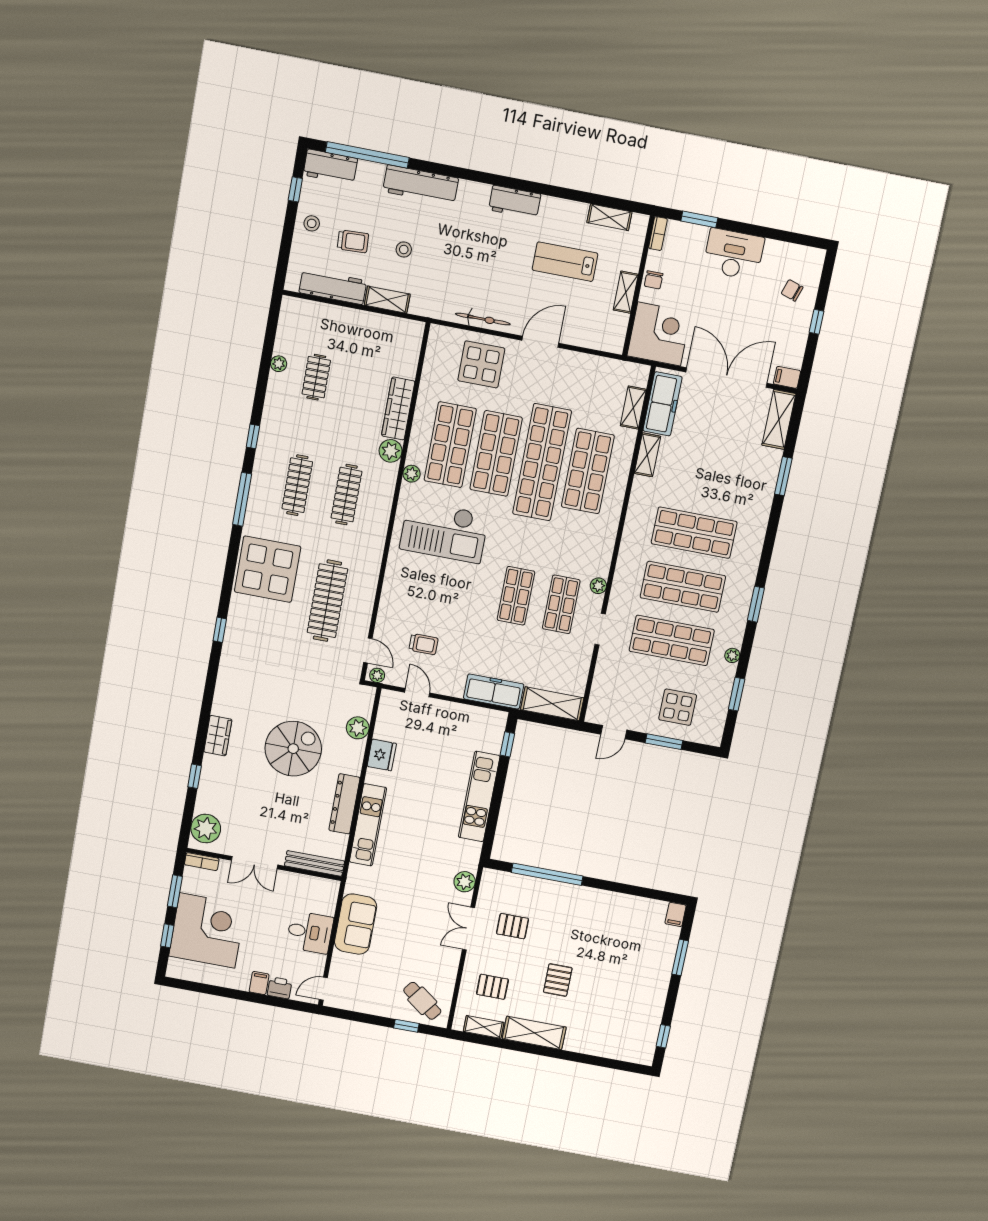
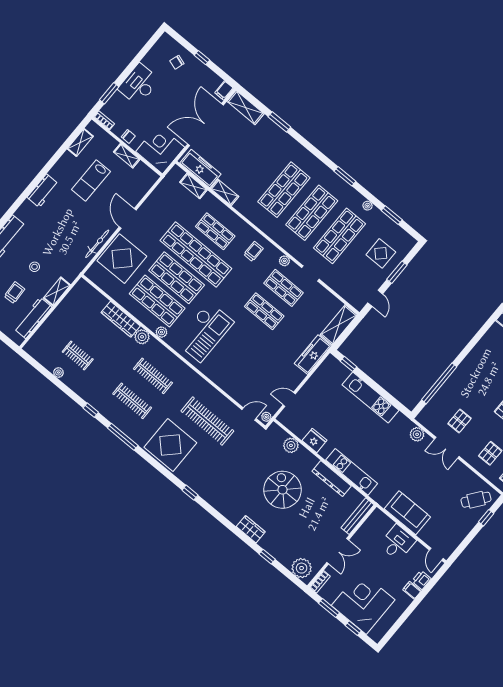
display table: (481, 364) -> (122, 259), width x1.36, depth x1.36
shop shelf: (588, 471) -> (215, 231), width x0.70, depth x0.74
trolley: (424, 644) -> (253, 251), moved

